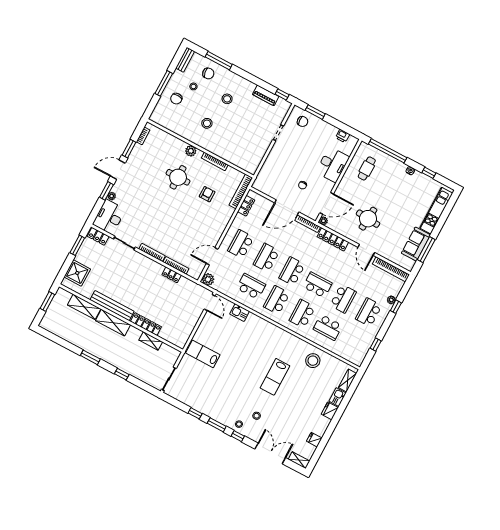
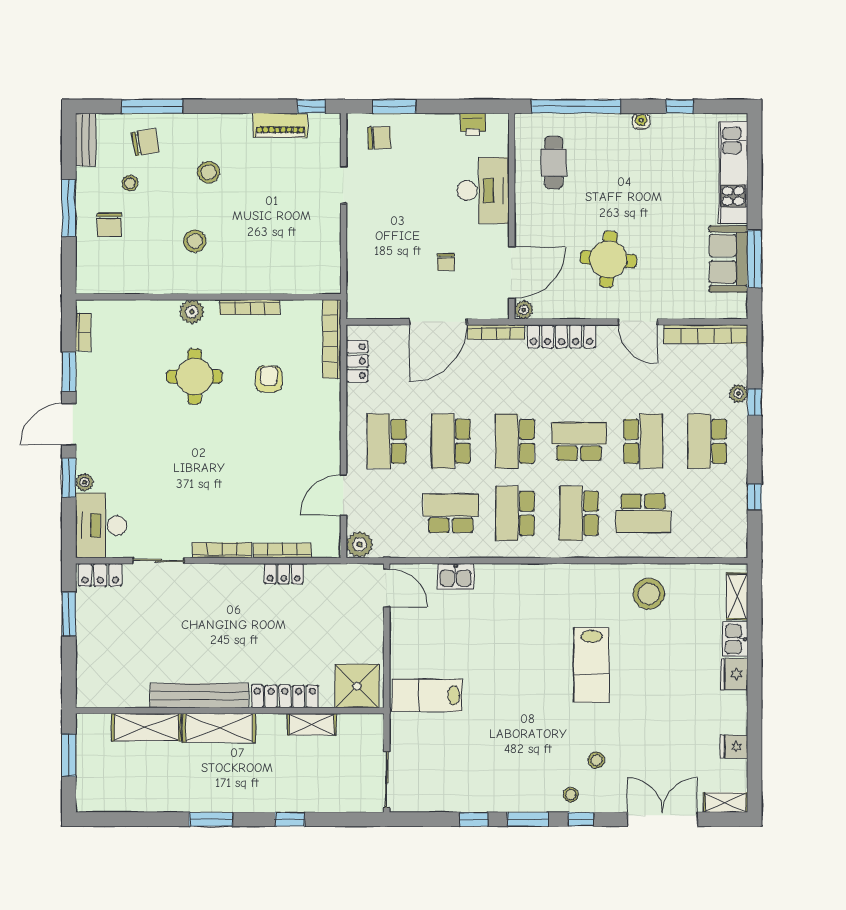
shower: (77, 273) -> (357, 686), moved

